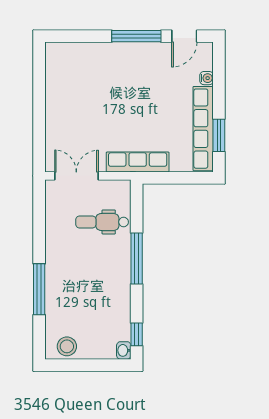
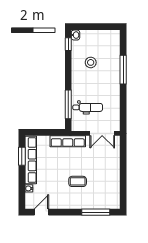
window: (136, 36) -> (96, 212), moved
coffee table: (120, 91) -> (78, 181), added
window: (137, 258) -> (68, 104), moved
stool: (67, 346) -> (91, 62), moved

